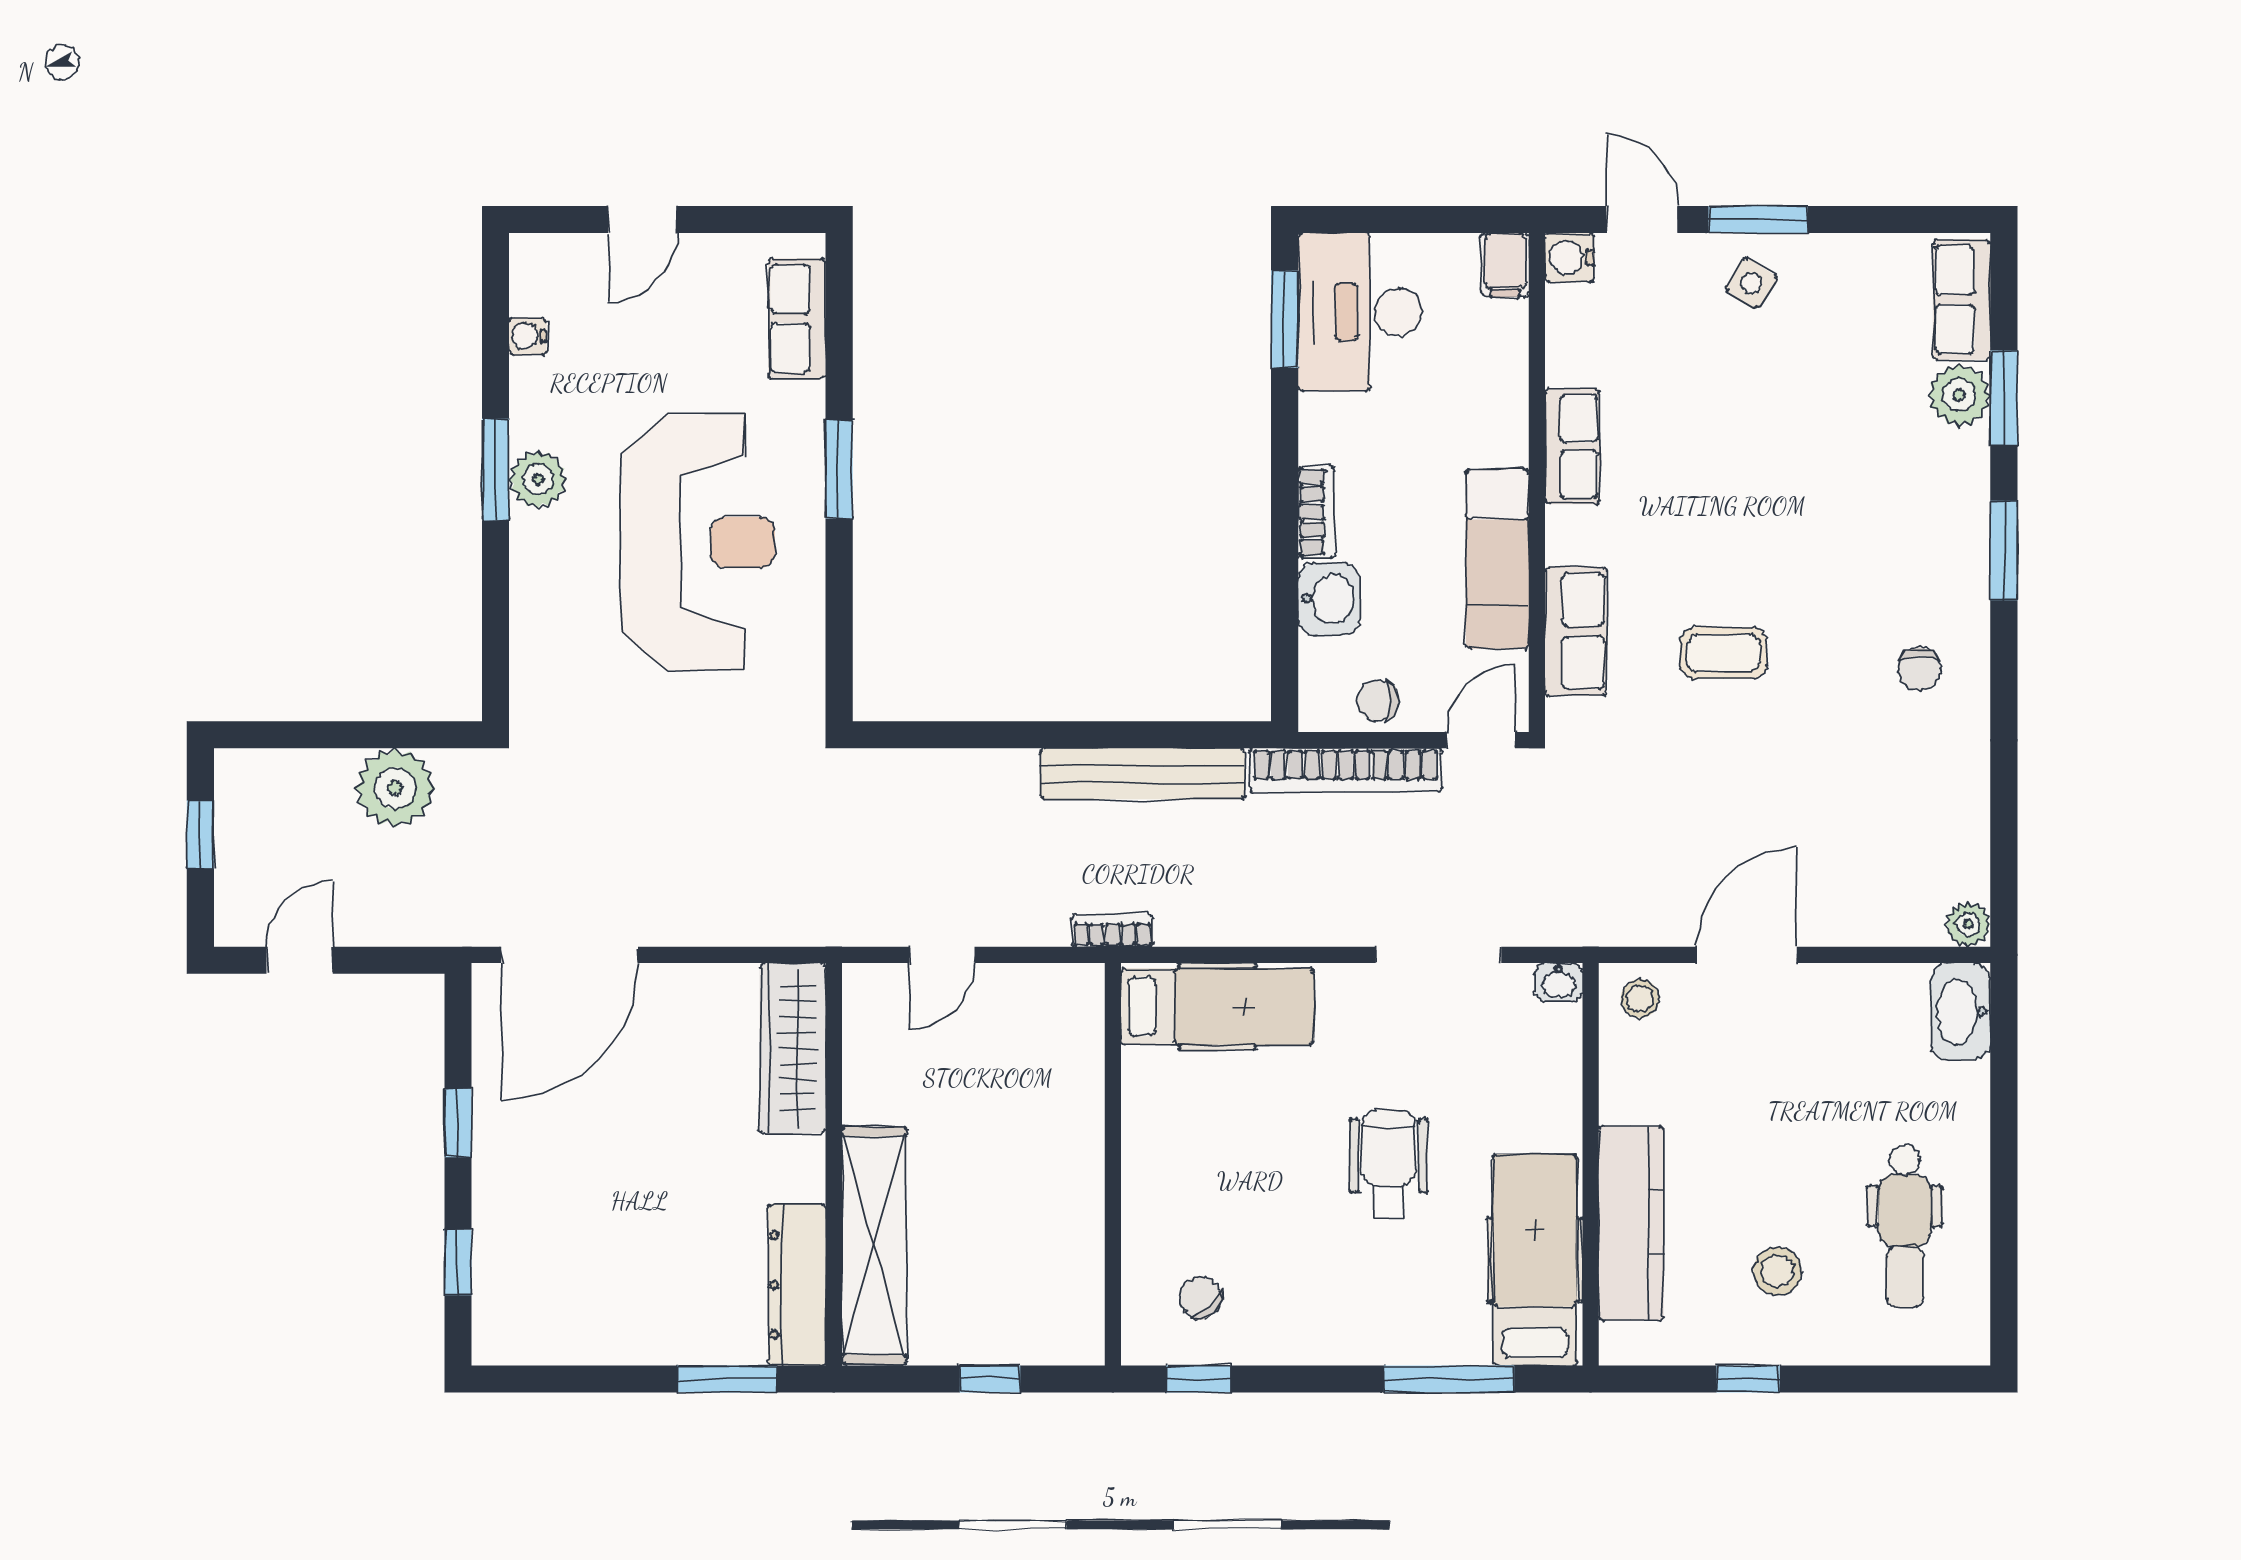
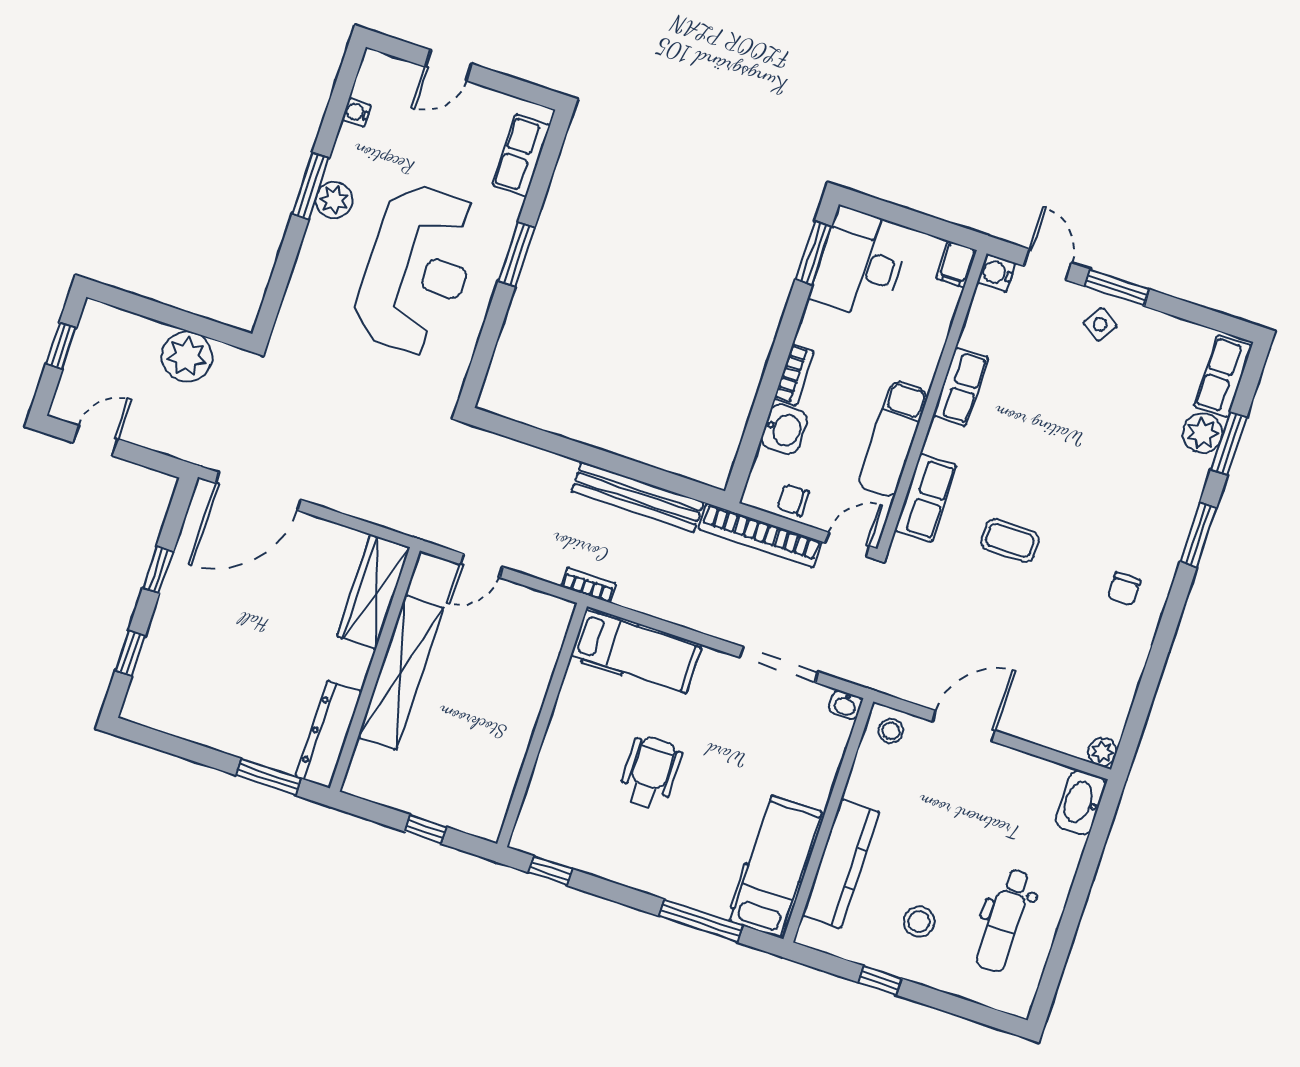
wheelchair: (1389, 1164) -> (650, 773), moved
shelving: (874, 1246) -> (401, 672), moved
chair: (1200, 1297) -> (568, 822), removed

